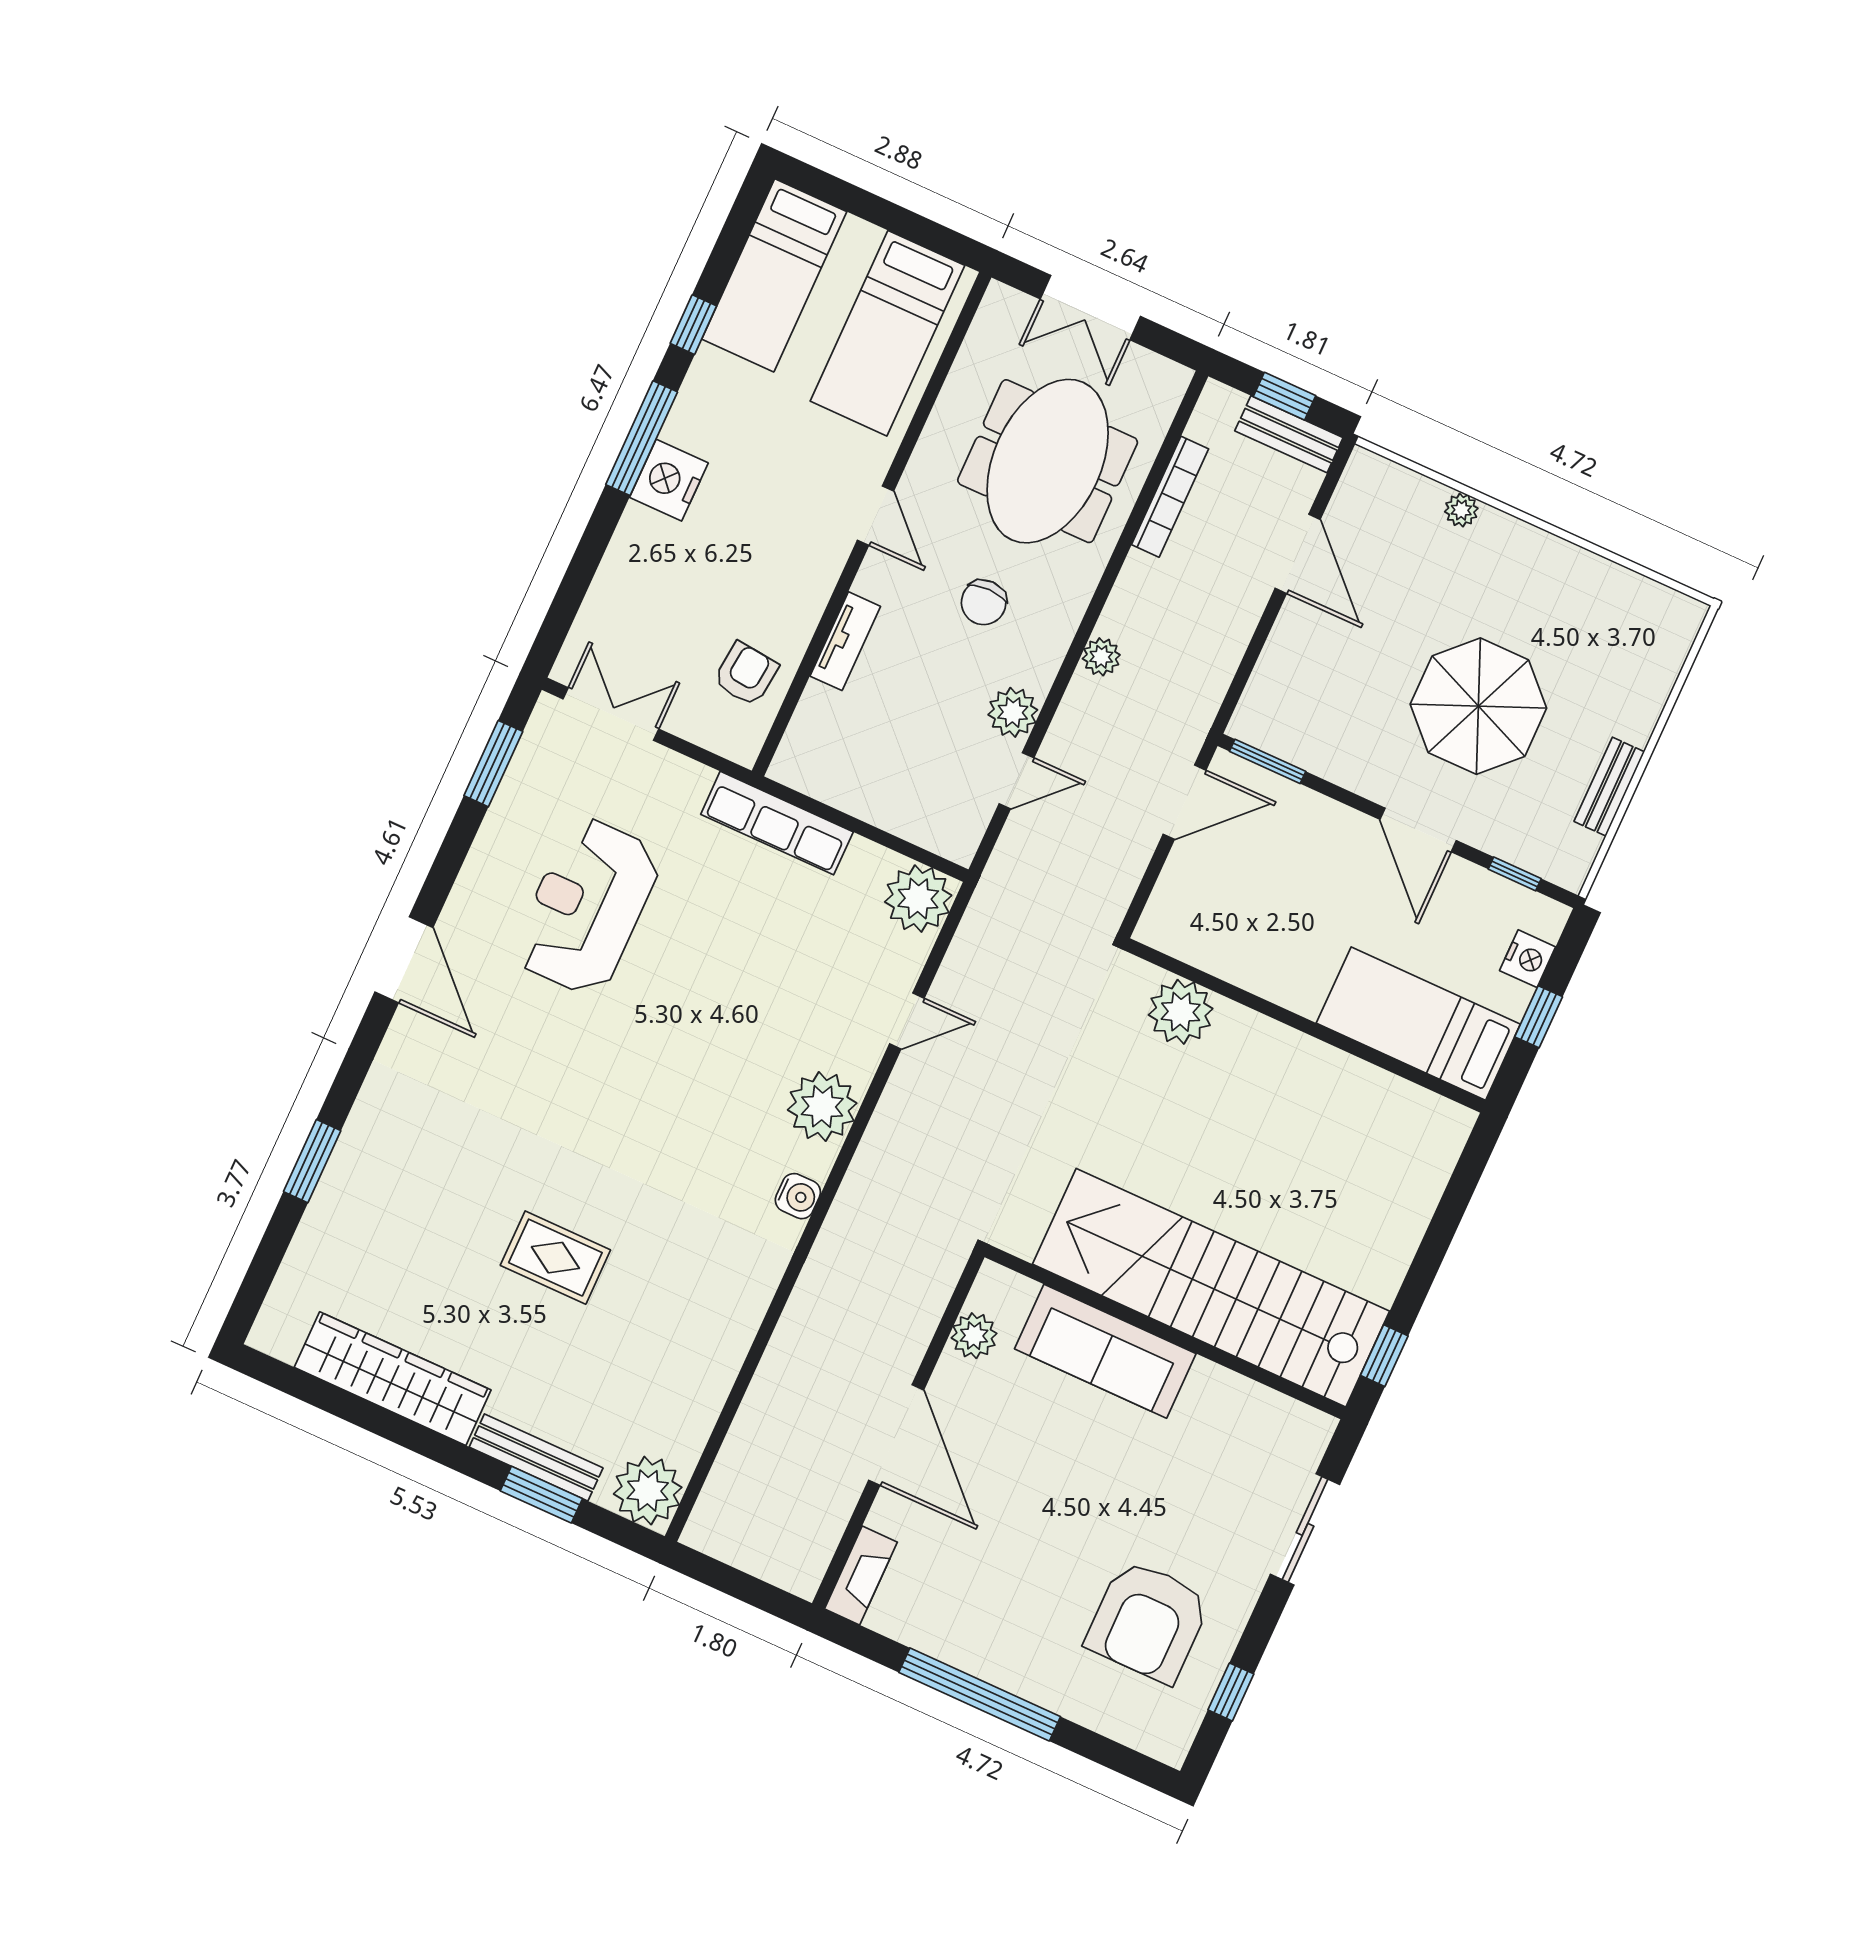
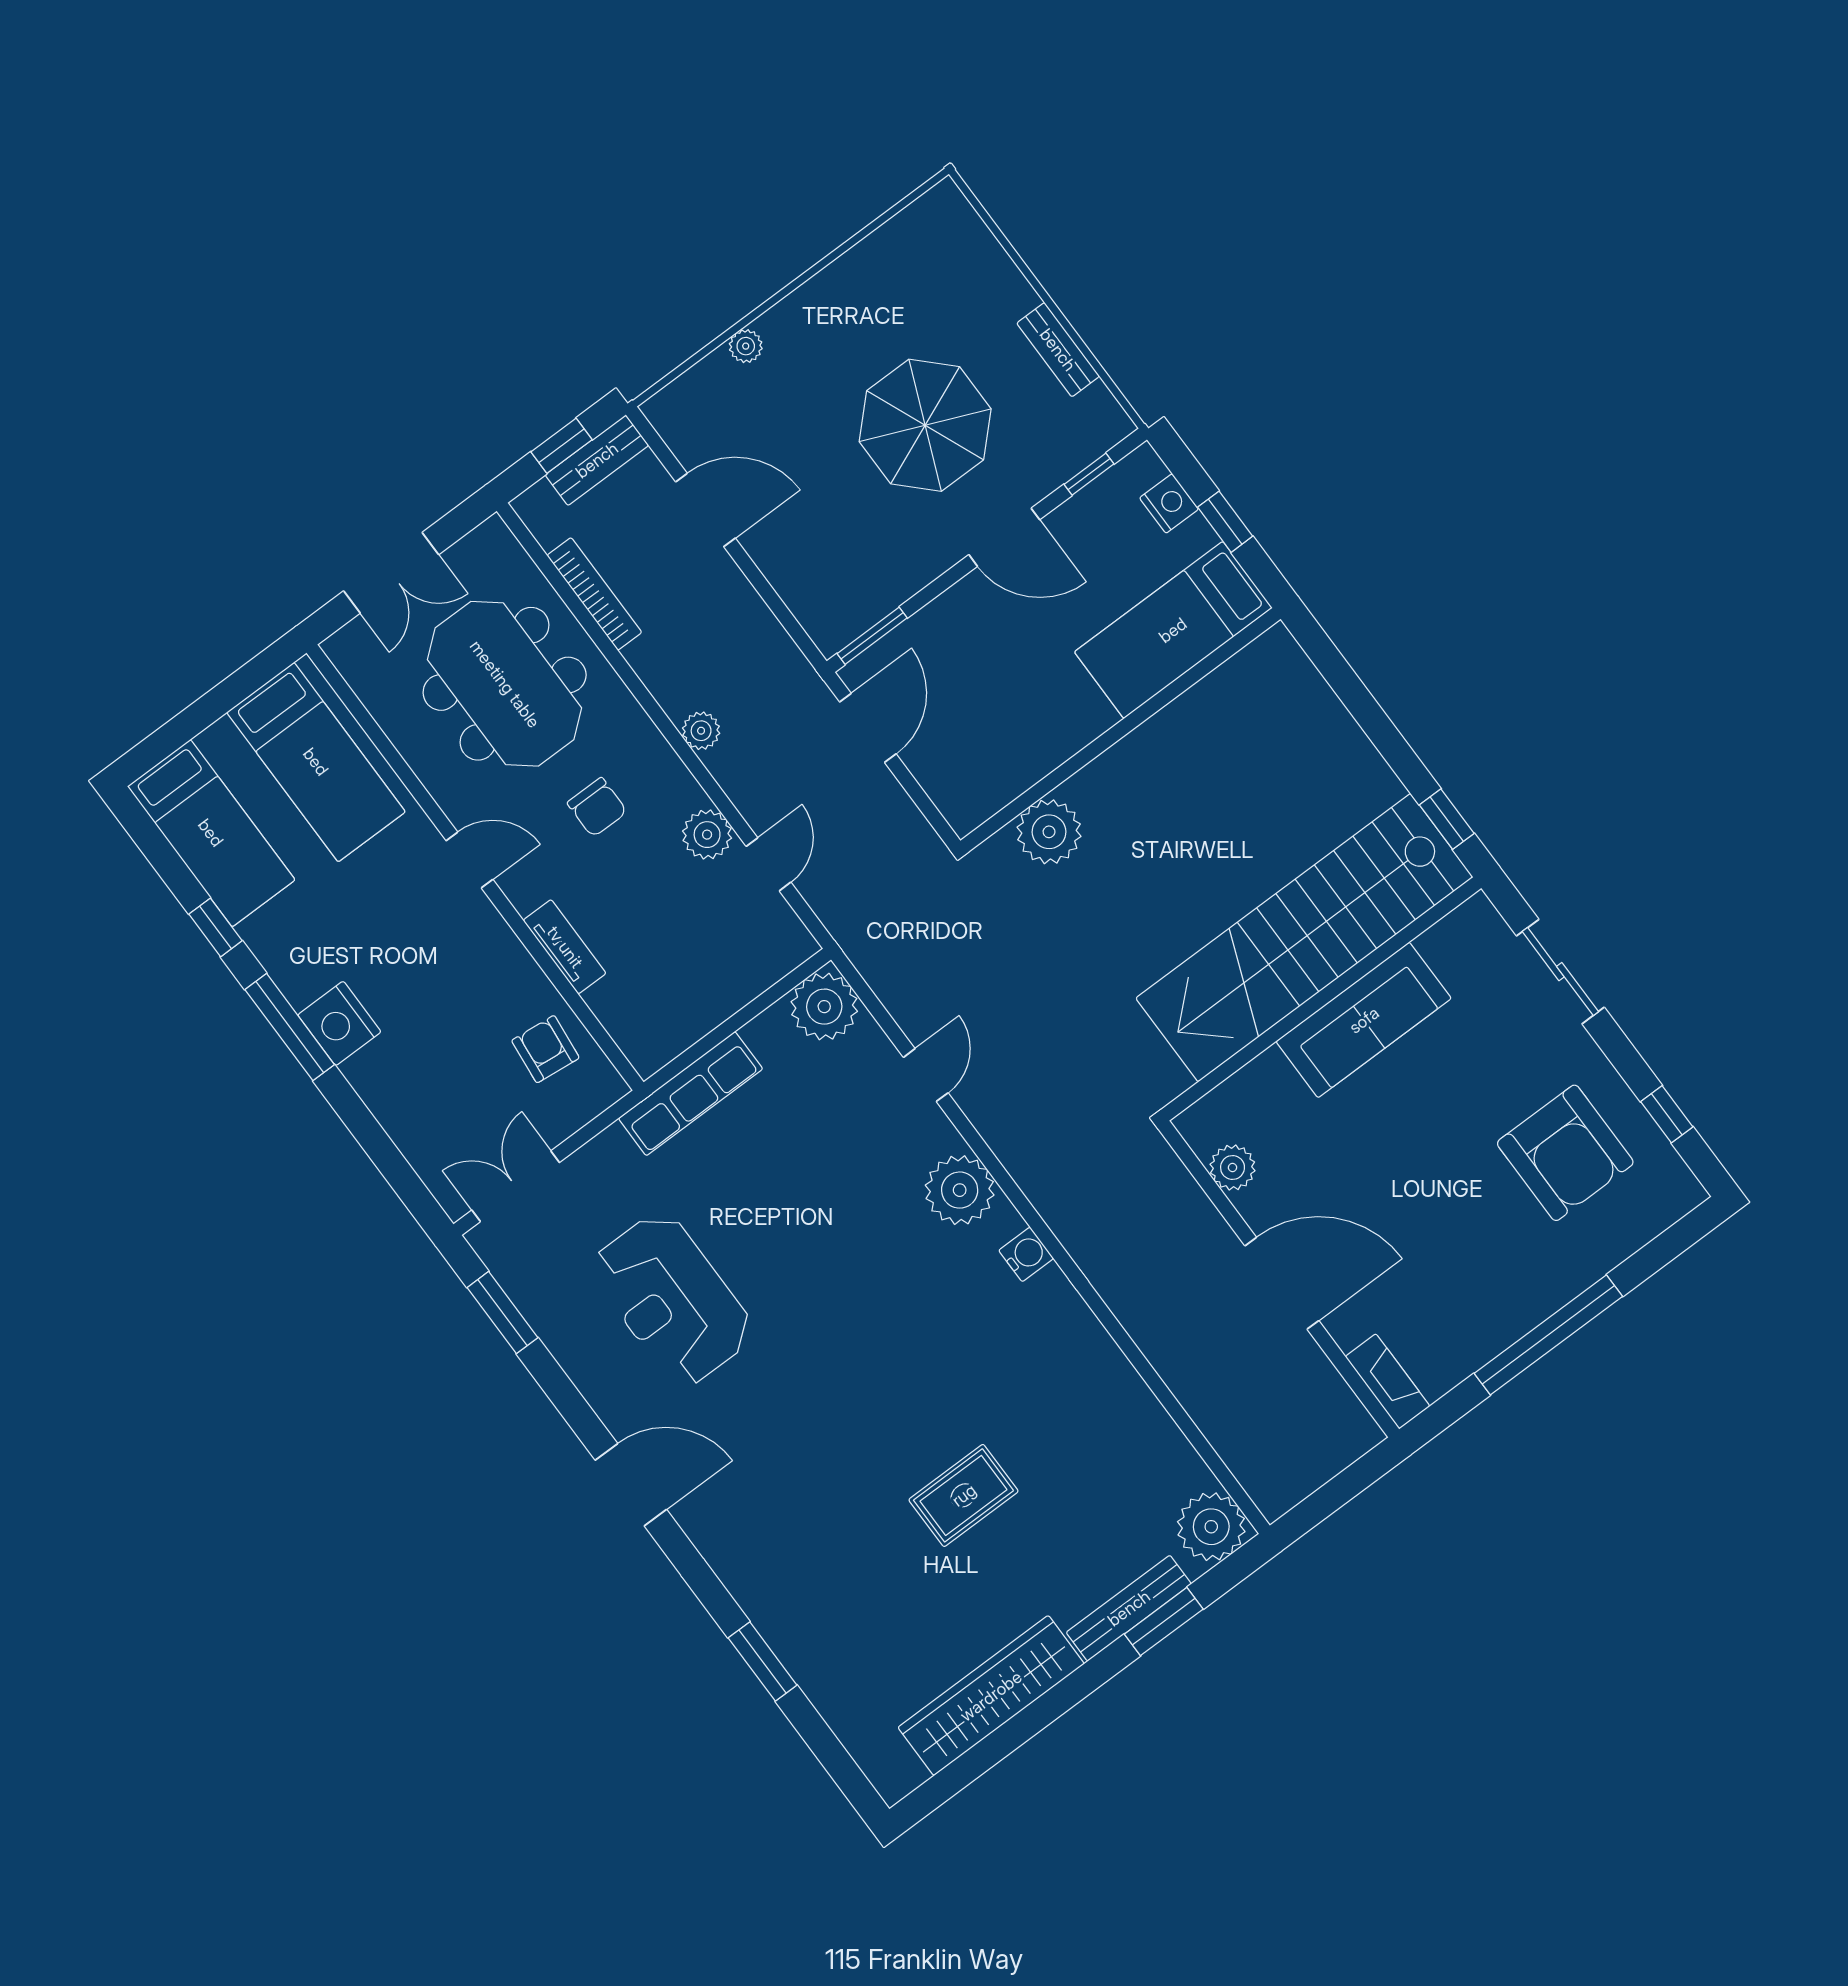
sofa: (1105, 1351) -> (1364, 1020), moved

